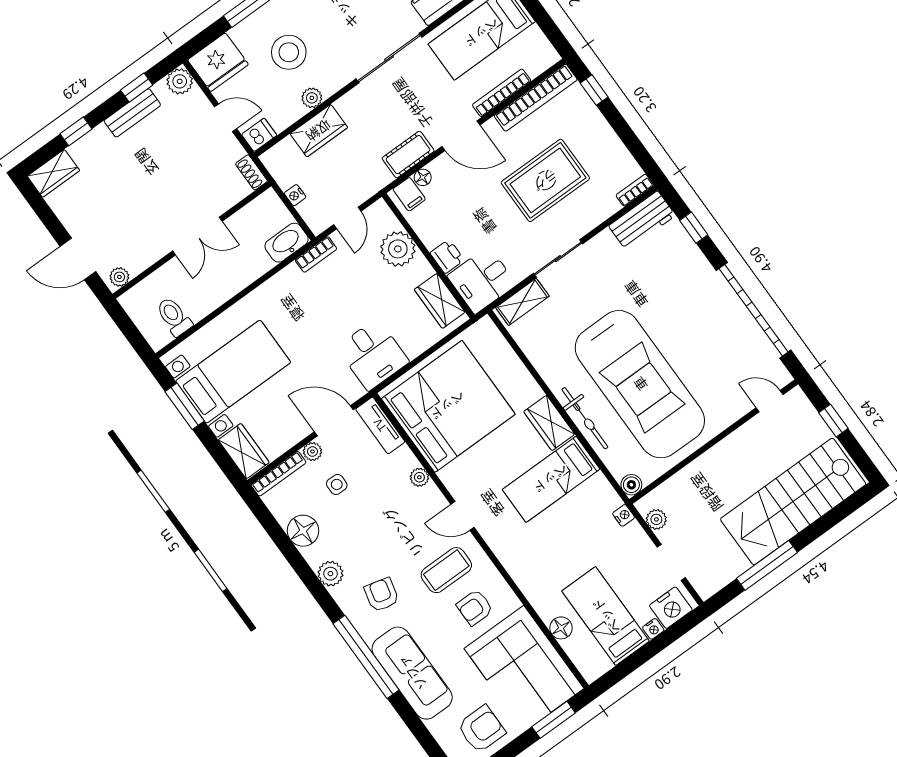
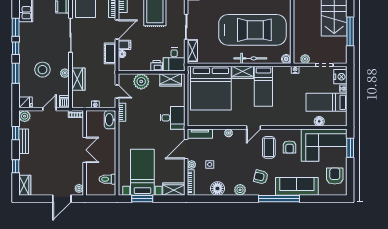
fridge: (218, 62) -> (25, 102), width x0.53, depth x0.75
filing cabinet: (409, 194) -> (125, 45), moved
bed: (448, 406) -> (211, 88), moved, turned 180

